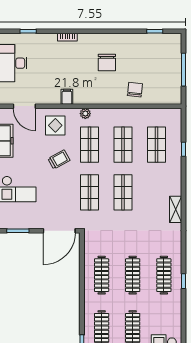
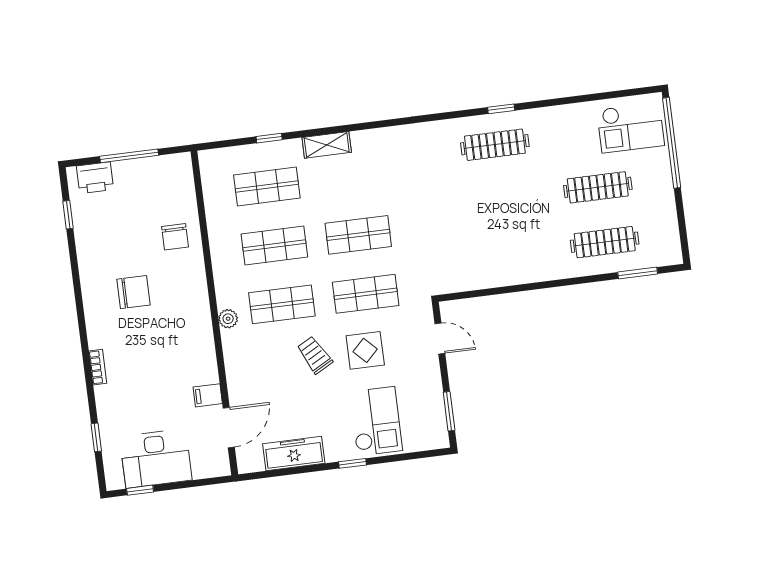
printer: (174, 49) -> (95, 178), added
chair: (135, 90) -> (175, 237), turned -96
filing cabinet: (67, 97) -> (208, 395), moved
display table: (55, 125) -> (365, 350), moved
shelving: (176, 209) -> (327, 145), moved
door: (59, 231) -> (440, 338), width x0.53
clothes rail: (102, 275) -> (509, 254), removed
clothes rail: (133, 275) -> (502, 199), removed

